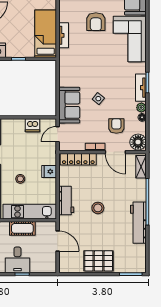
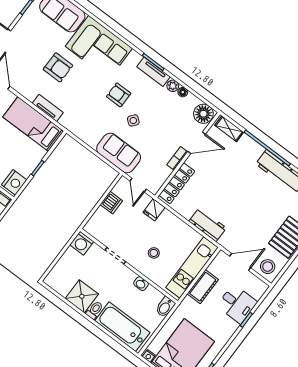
armchair: (116, 126) -> (119, 95), moved
fridge: (49, 171) -> (154, 210), moved
stool: (98, 208) -> (268, 267), moved
desk: (17, 260) -> (237, 304), moved

